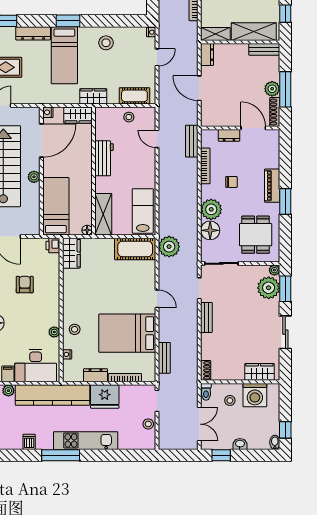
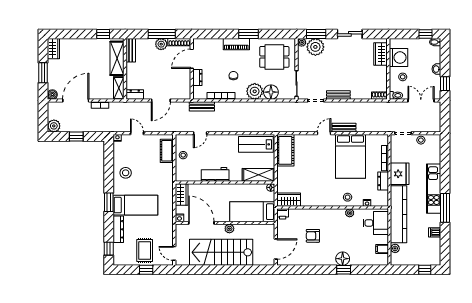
wardrobe: (93, 96) -> (167, 183), removed
plant: (169, 247) -> (283, 124), removed
bench: (164, 358) -> (344, 128), moved
desk: (36, 366) -> (376, 223), width x0.73

